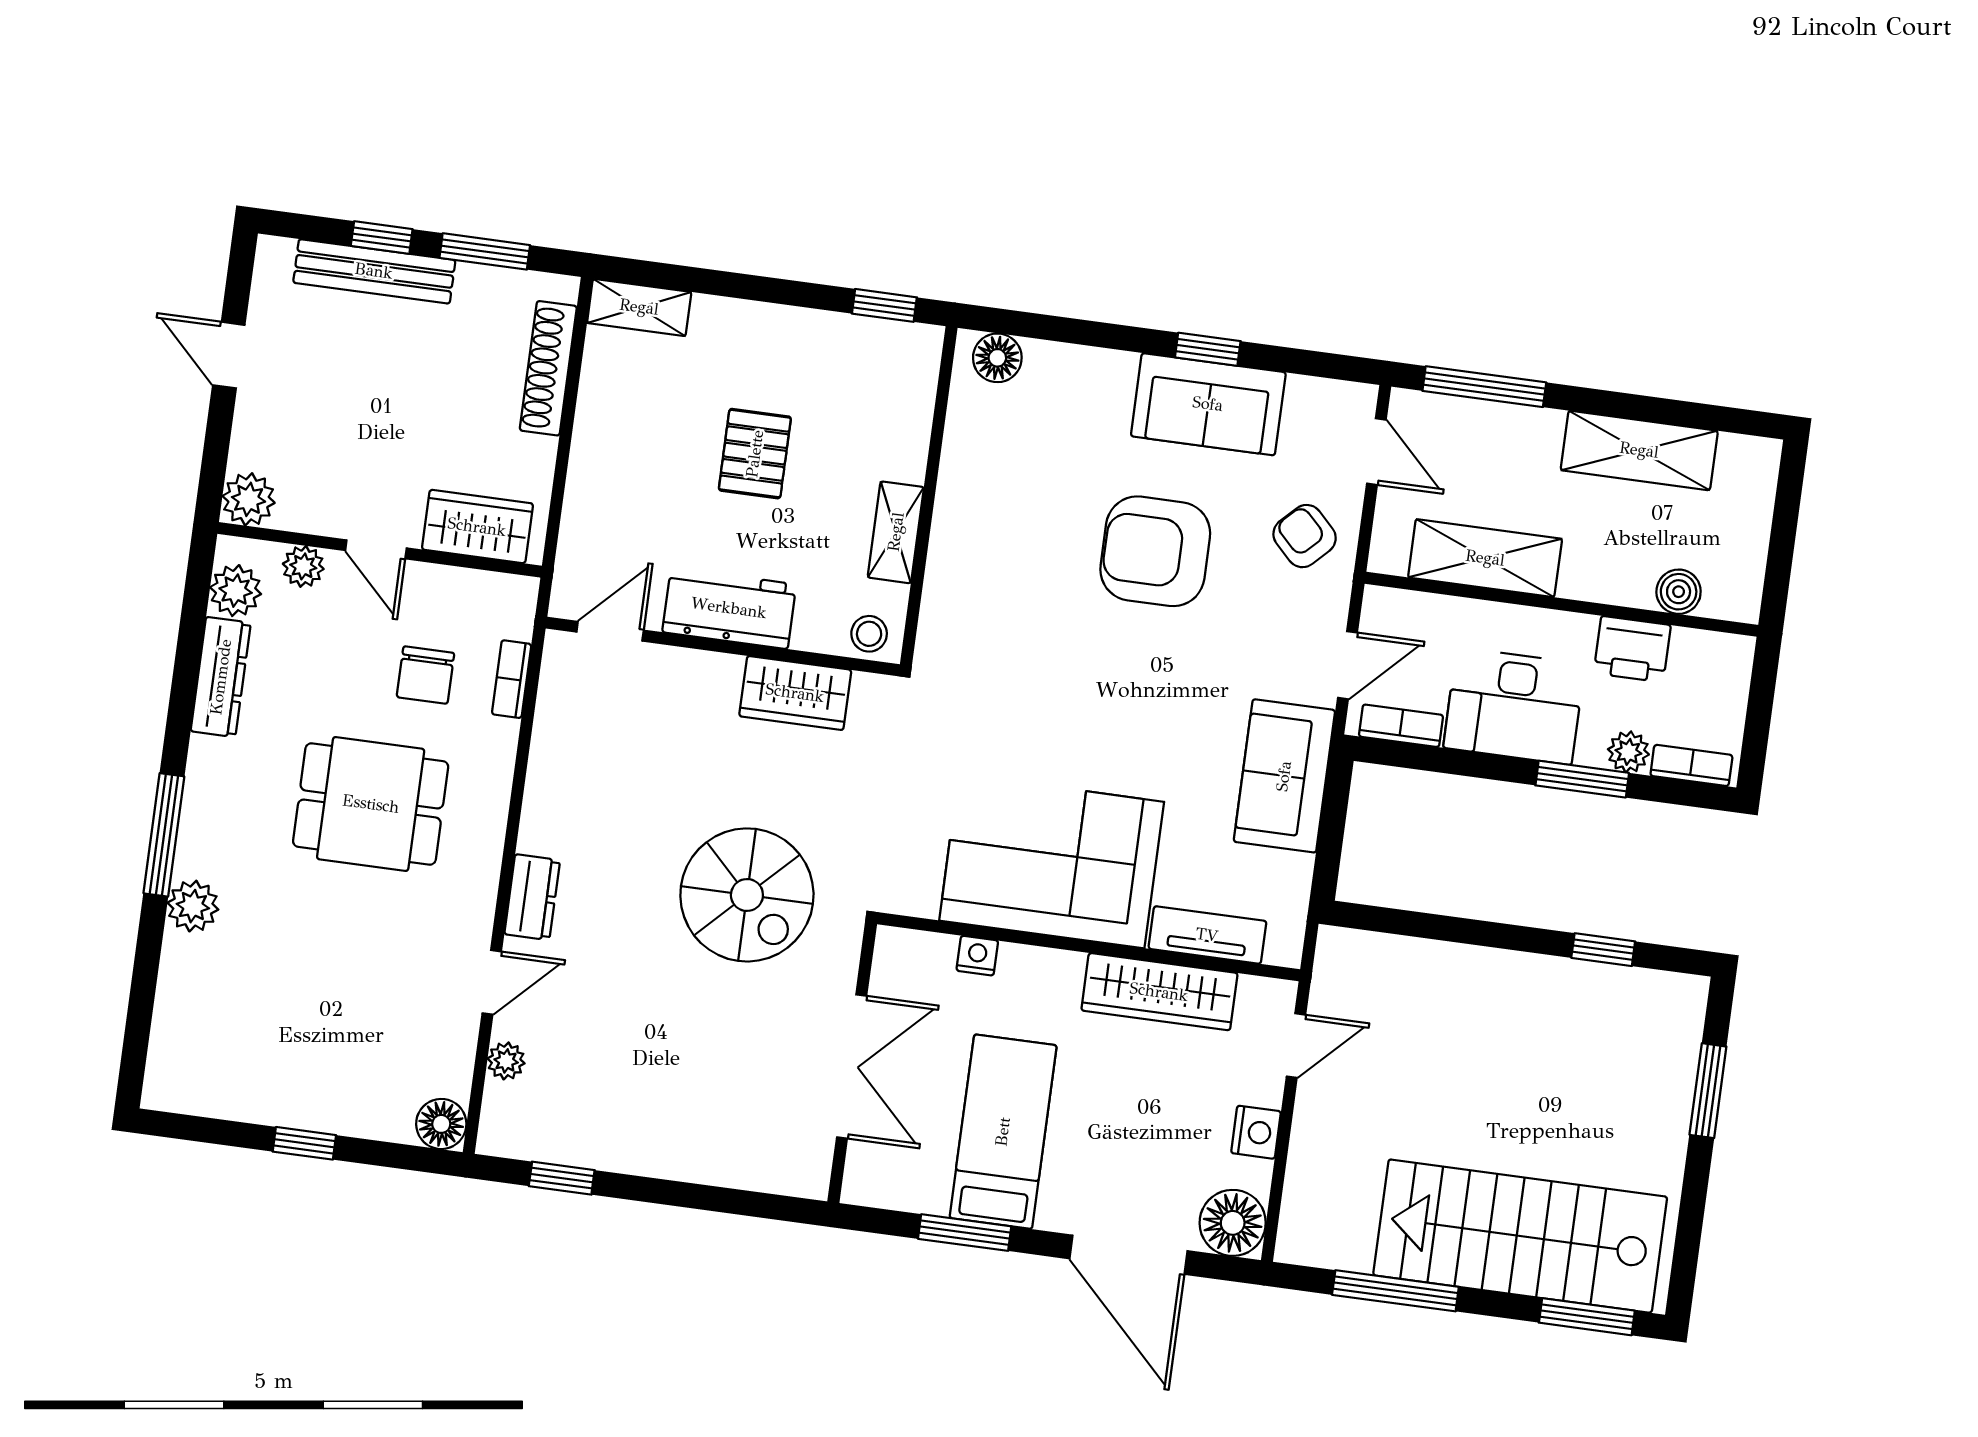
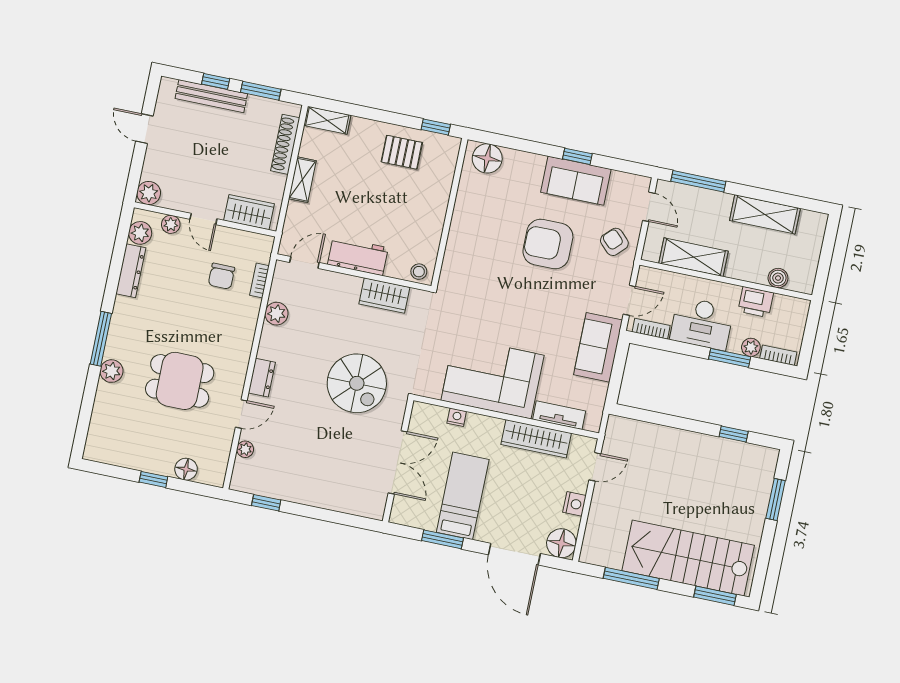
floor lamp: (997, 358) -> (487, 158), width x1.38, depth x1.38
pallet: (755, 454) -> (402, 152), moved, turned 90
shelving: (896, 532) -> (302, 180), moved
plant: (555, 751) -> (276, 314), added
dining table: (371, 804) -> (180, 381), moved
floor lamp: (441, 1124) -> (186, 469), moved

